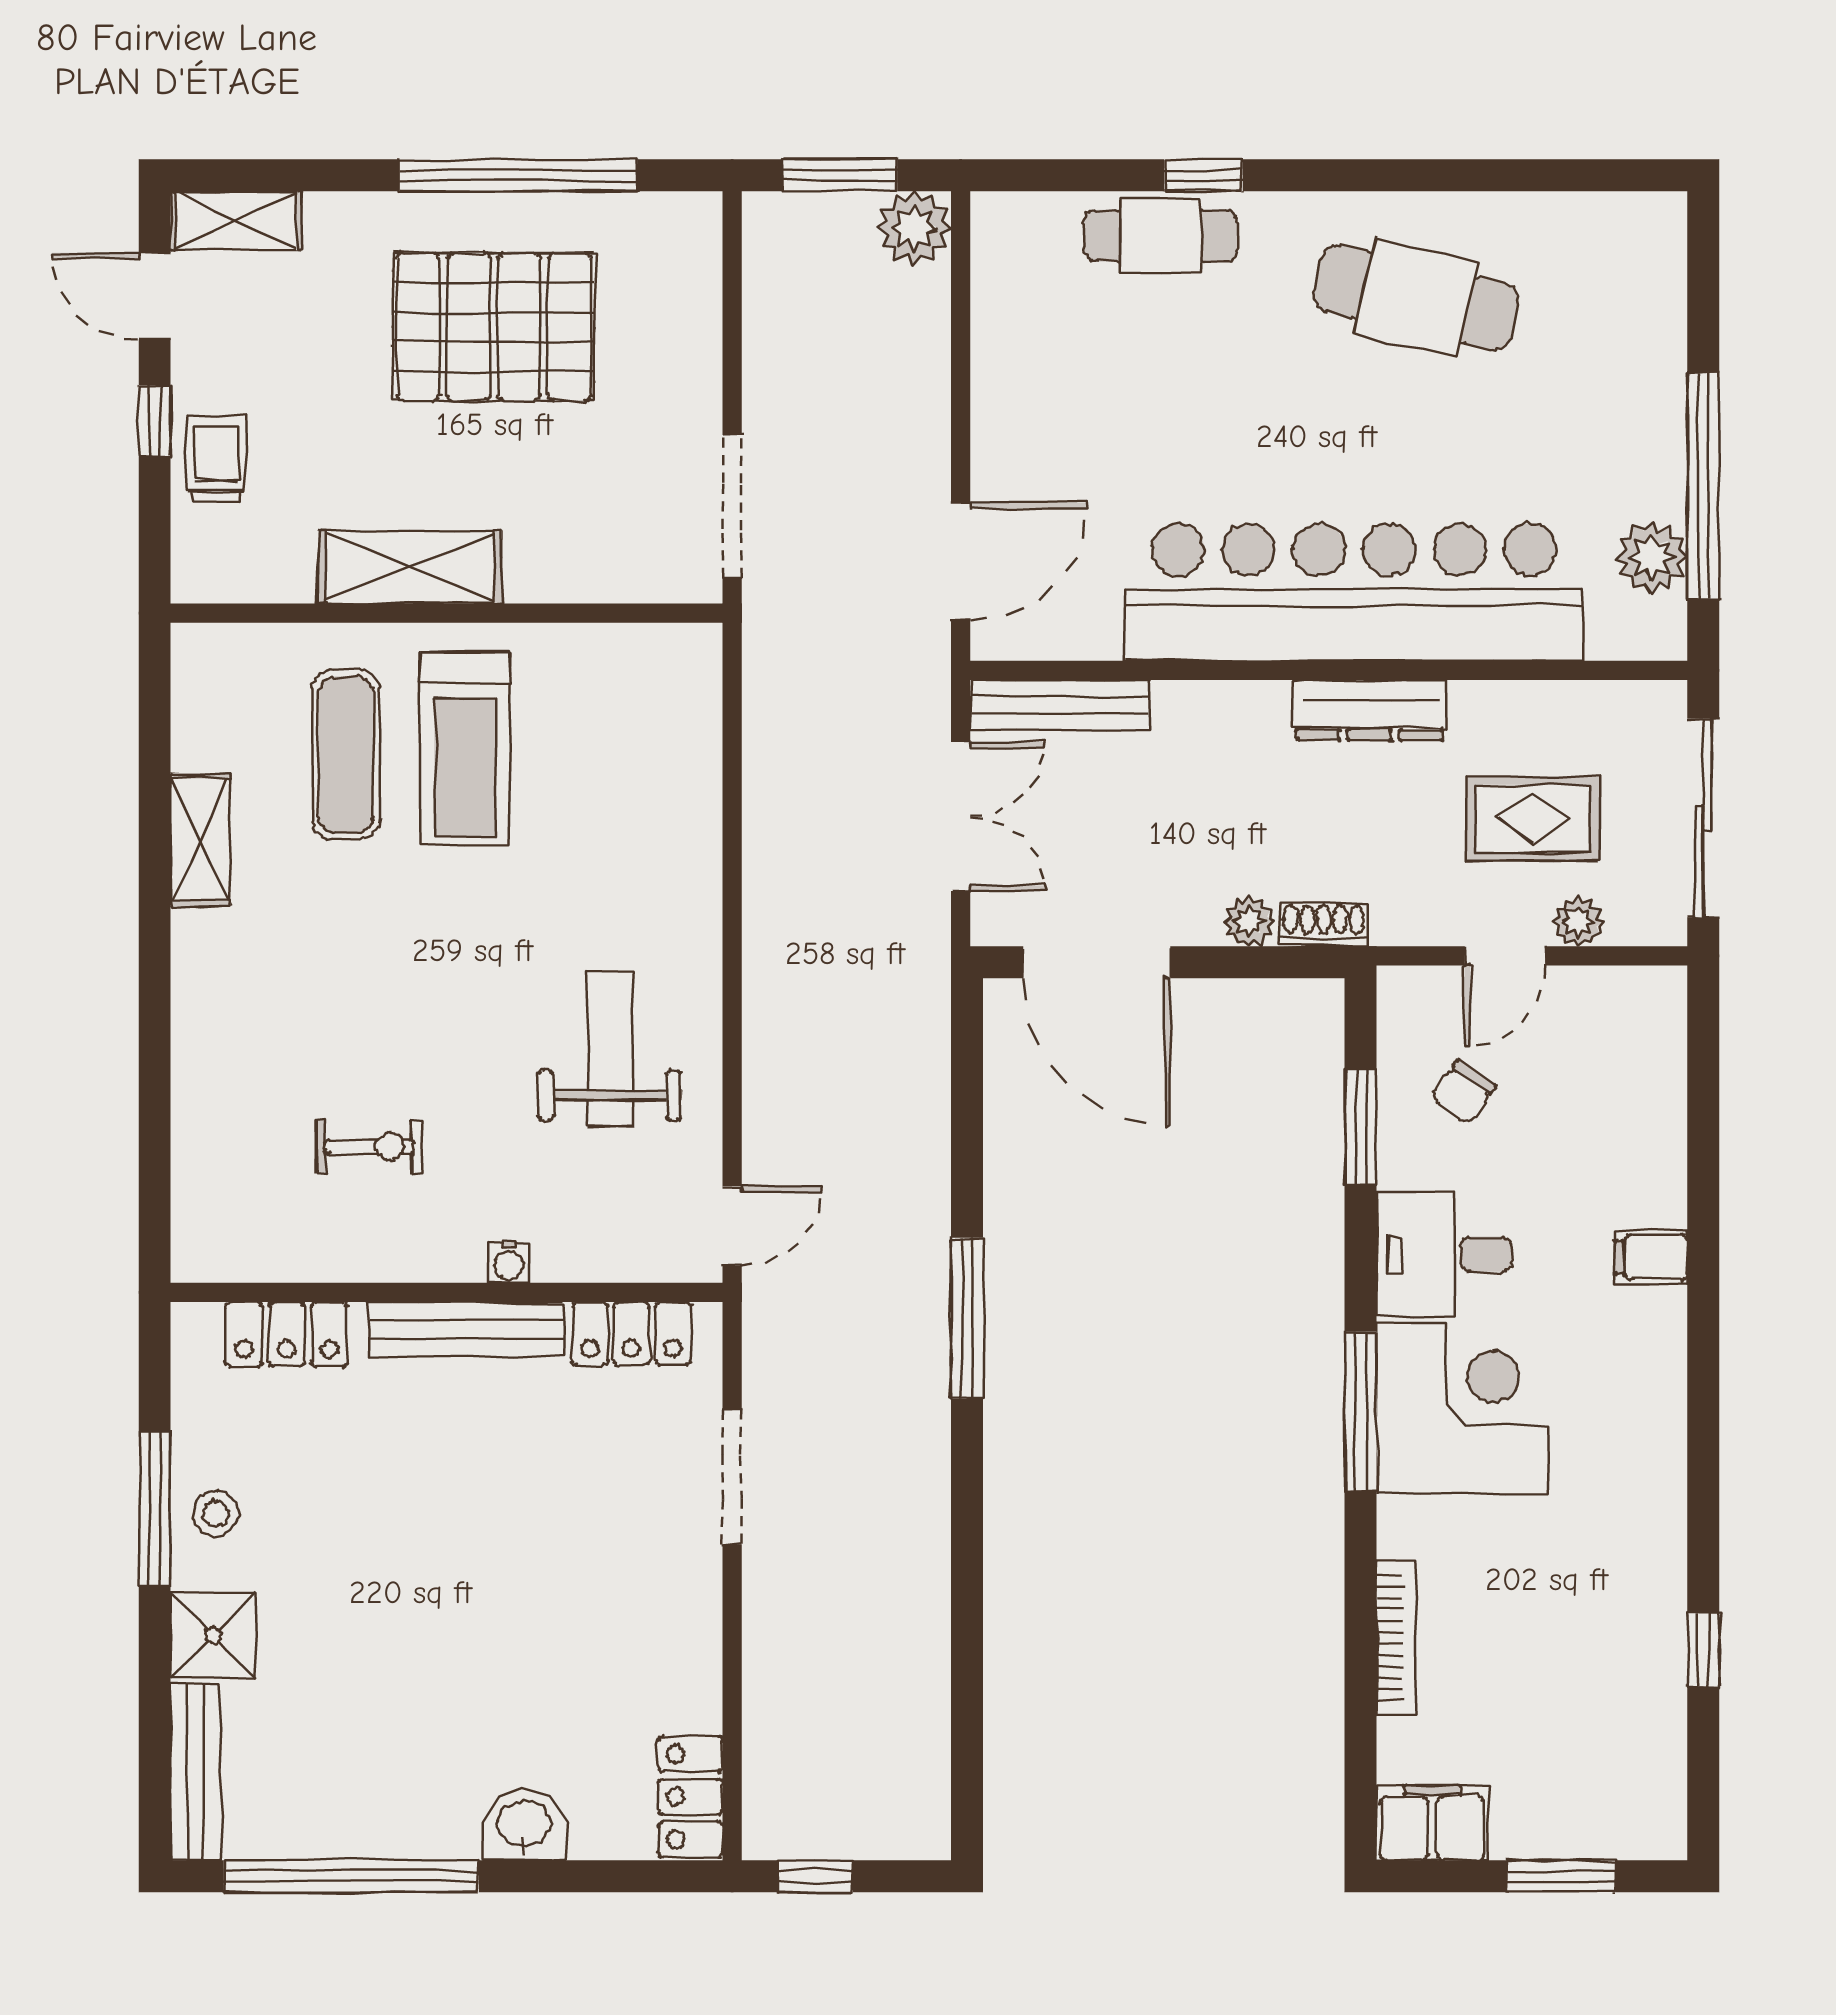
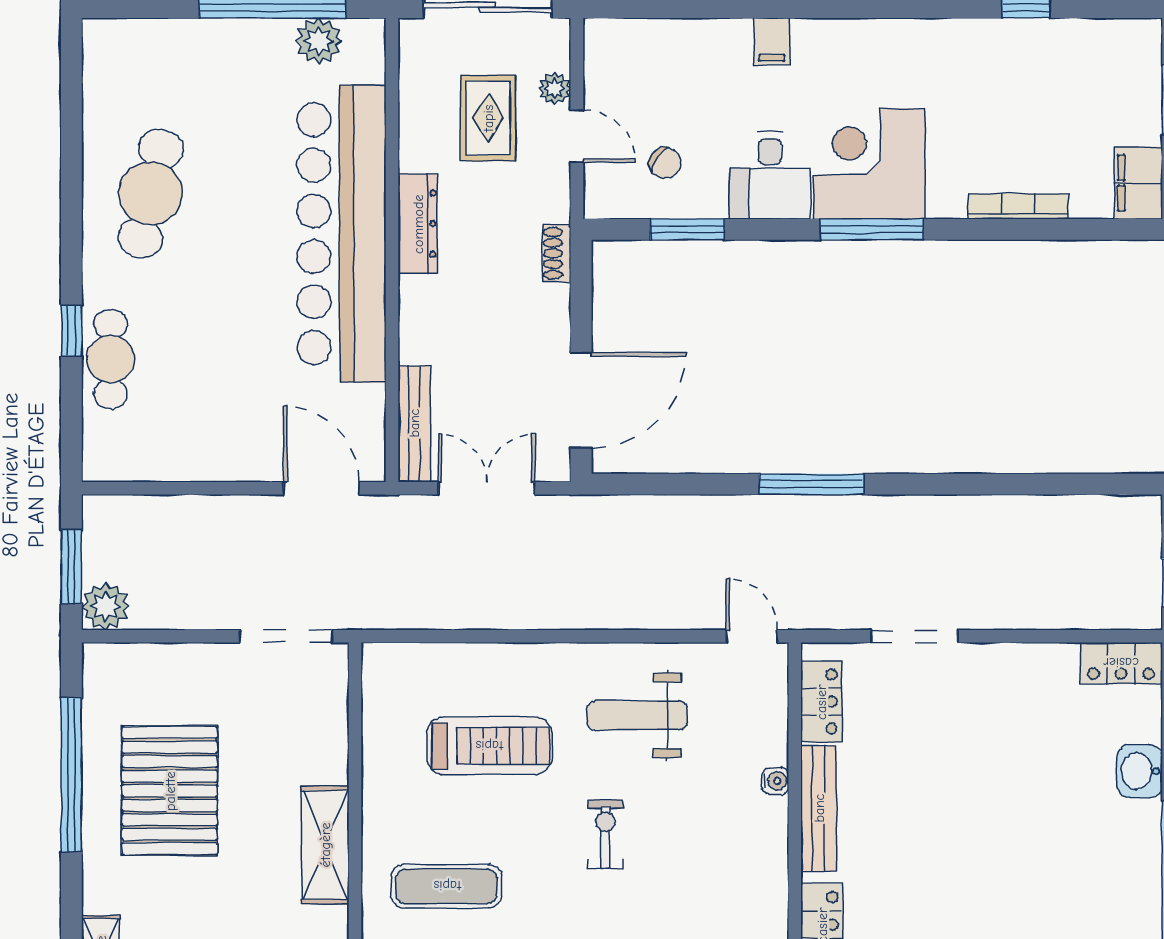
plant: (914, 228) -> (106, 606), moved
treadmill: (465, 748) -> (489, 746), moved
plant: (1249, 922) -> (555, 302), removed
exercise bike: (370, 1147) -> (605, 834), moved

